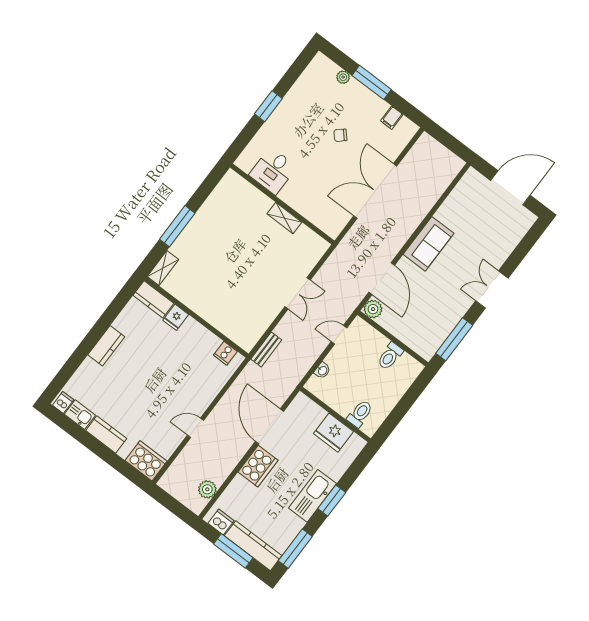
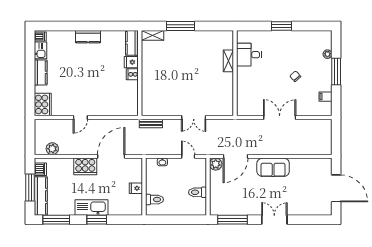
double door: (375, 191) -> (280, 117), width x0.73
shelving: (284, 218) -> (228, 61), moved
cooker: (225, 353) -> (132, 74), moved
door: (195, 428) -> (80, 117), swing flipped
fridge: (334, 433) -> (136, 188), width x0.53, depth x0.75

